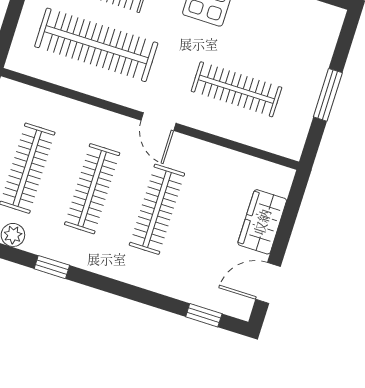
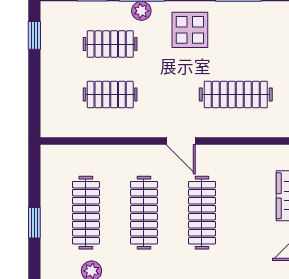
clothes rail: (96, 45) -> (110, 95), width x0.54, depth x0.76

